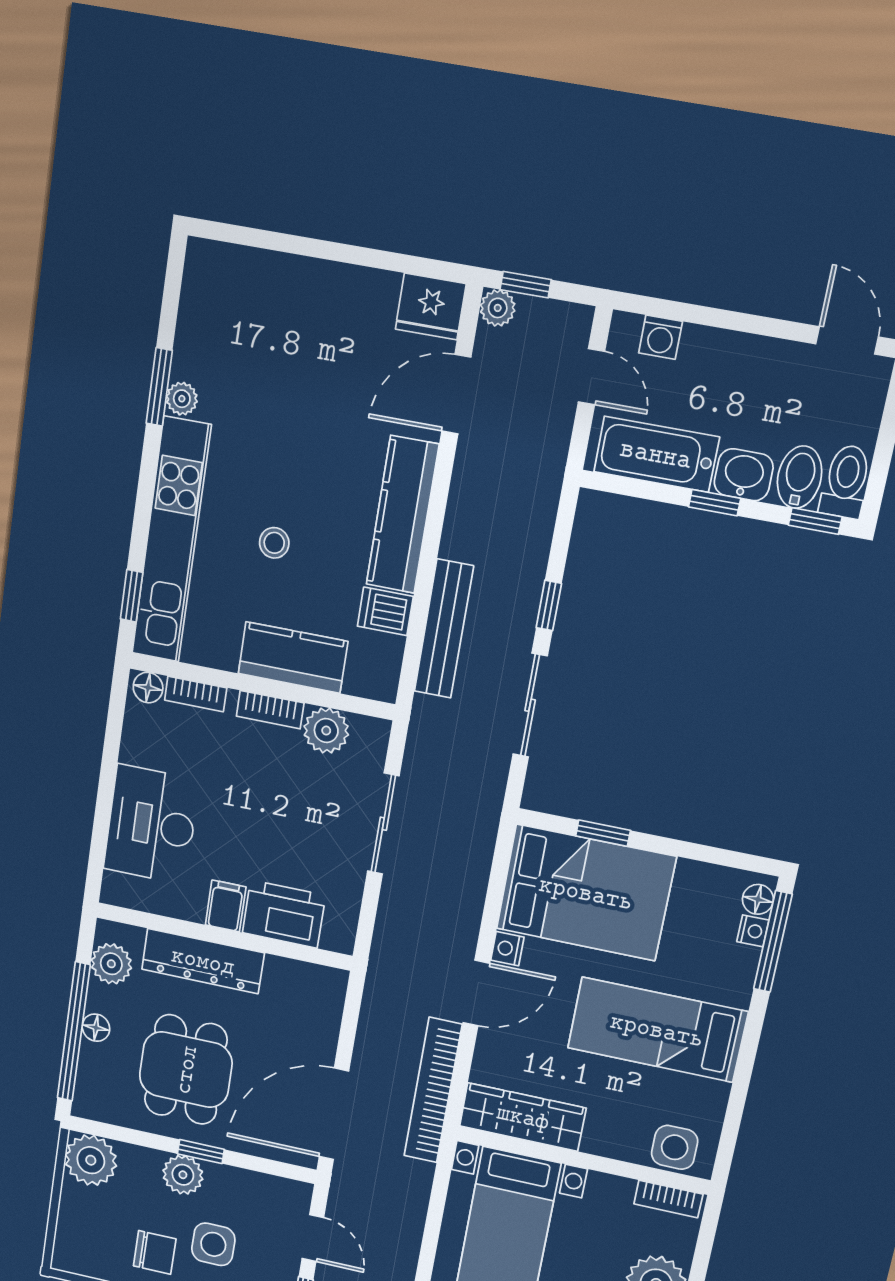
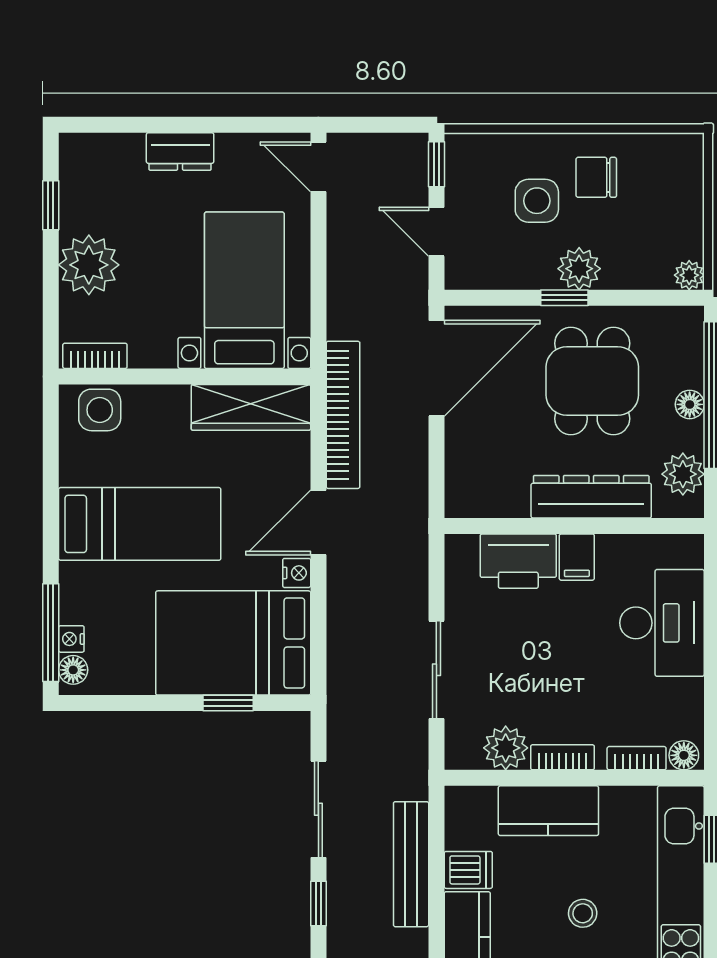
plant: (91, 1160) -> (689, 275), width x0.53, depth x0.53

